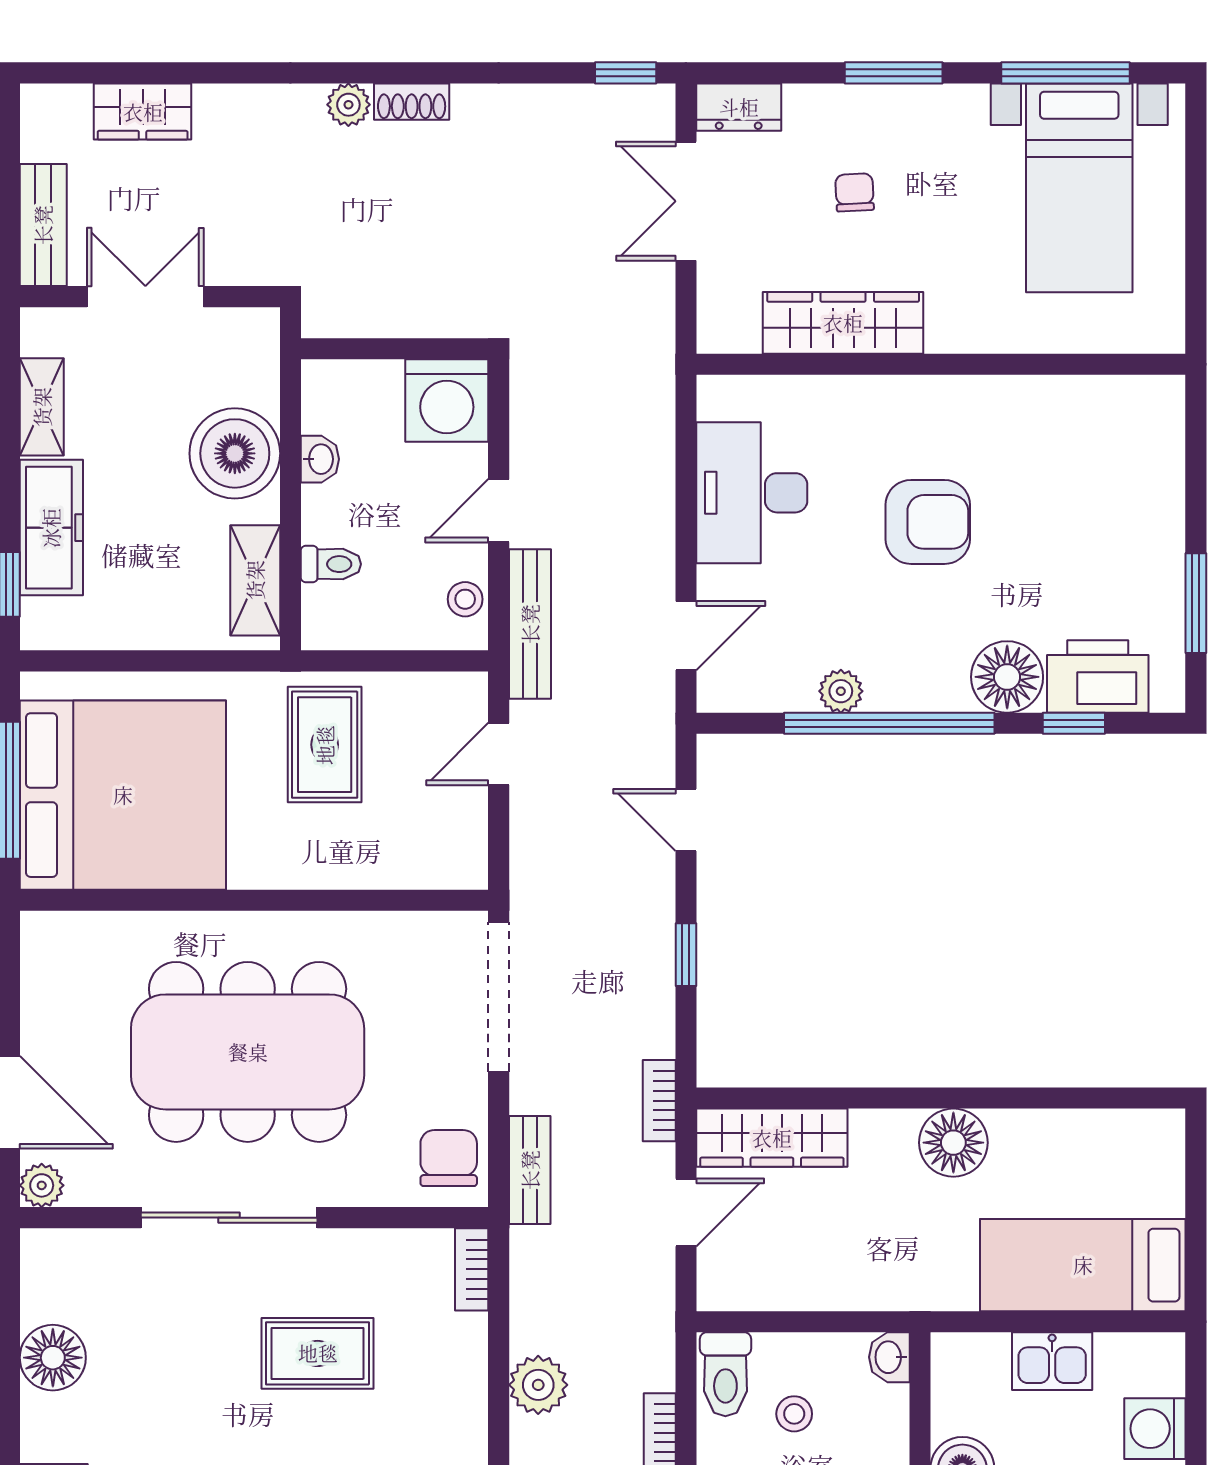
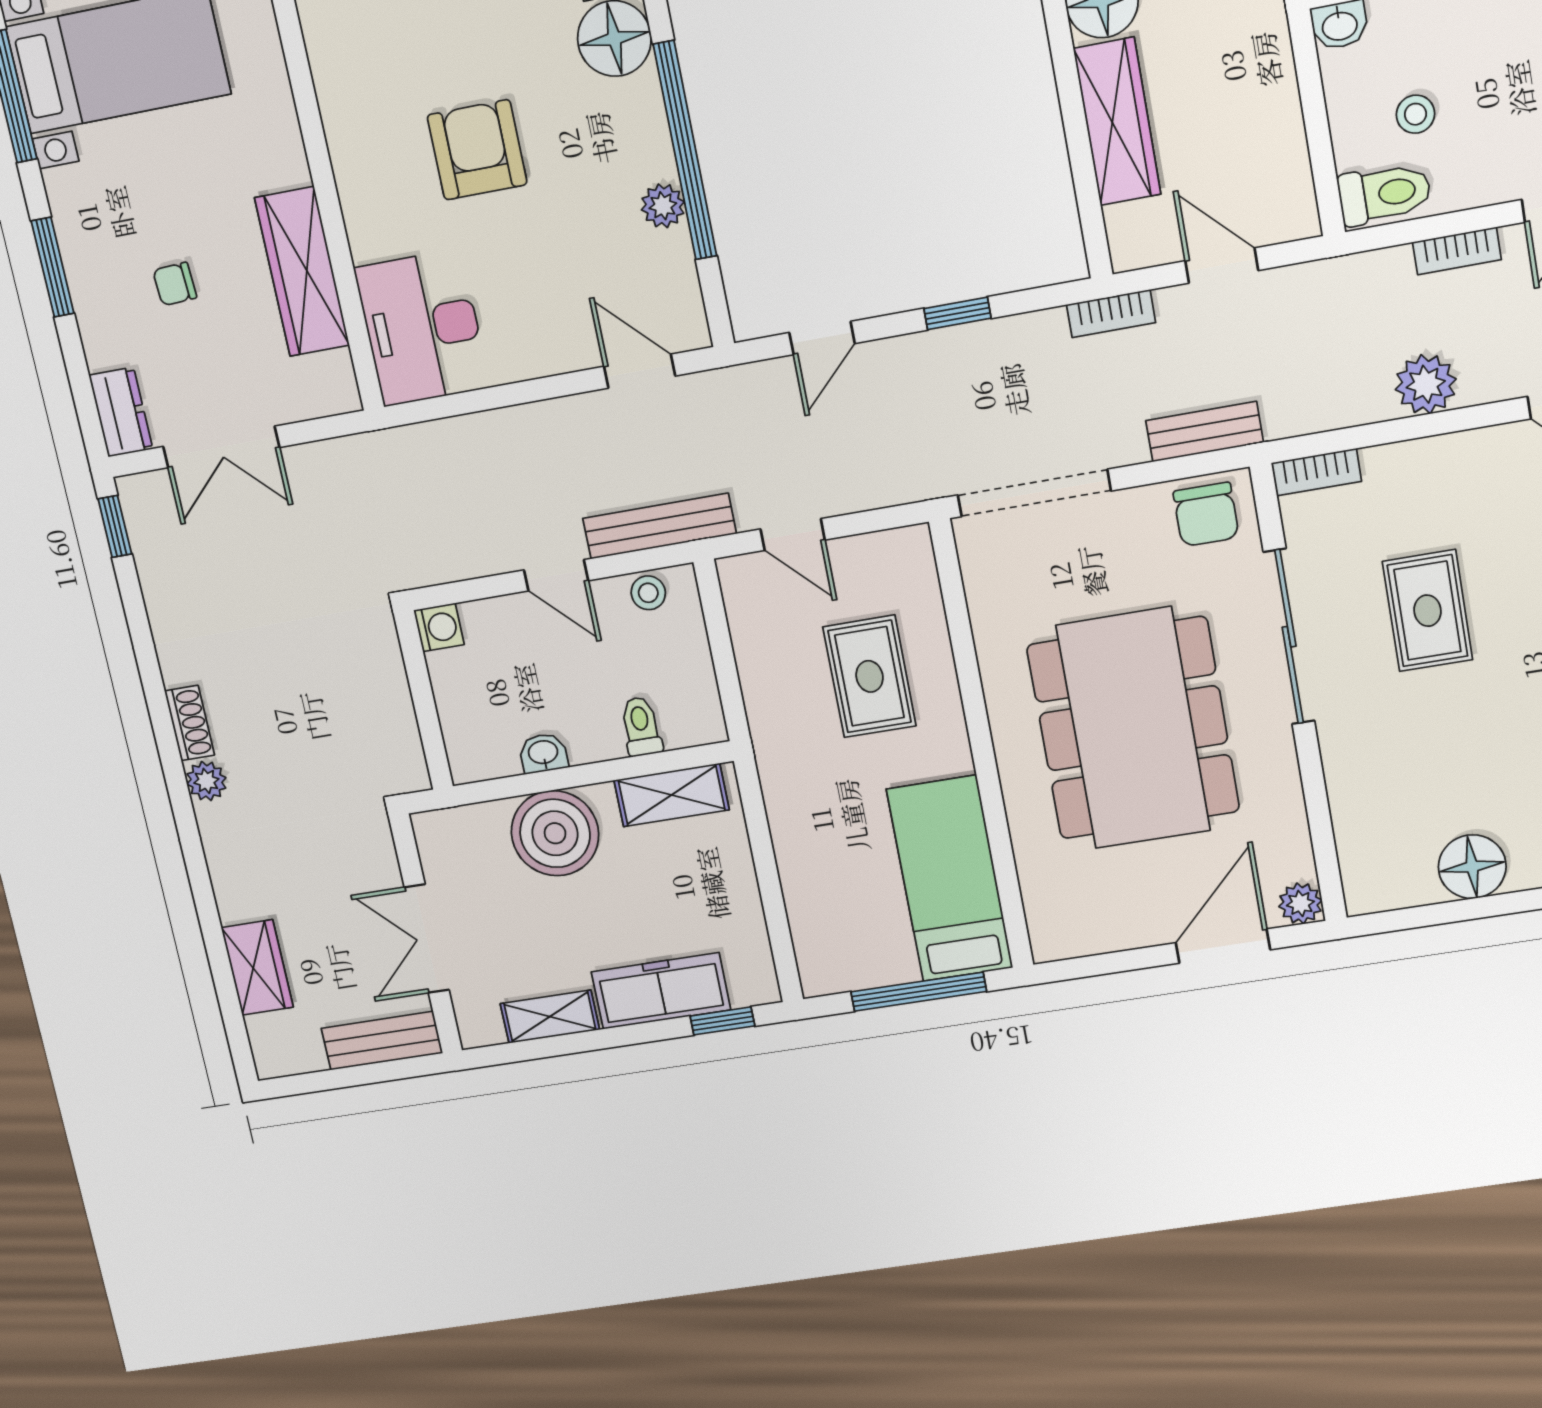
washing machine: (447, 400) -> (439, 627), width x0.53, depth x0.53
desk: (752, 493) -> (422, 328), moved, turned 90
rug: (325, 745) -> (870, 676), moved, turned 90
bed: (123, 795) -> (950, 879), width x0.49
wardrobe: (772, 1138) -> (1117, 121), moved
chair: (449, 1158) -> (1206, 514), turned -90
sliding door: (229, 1218) -> (1289, 637), moved

